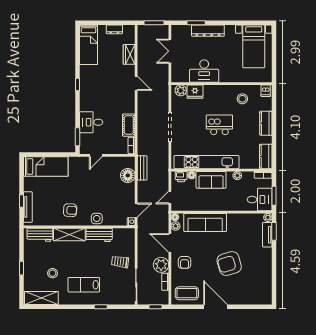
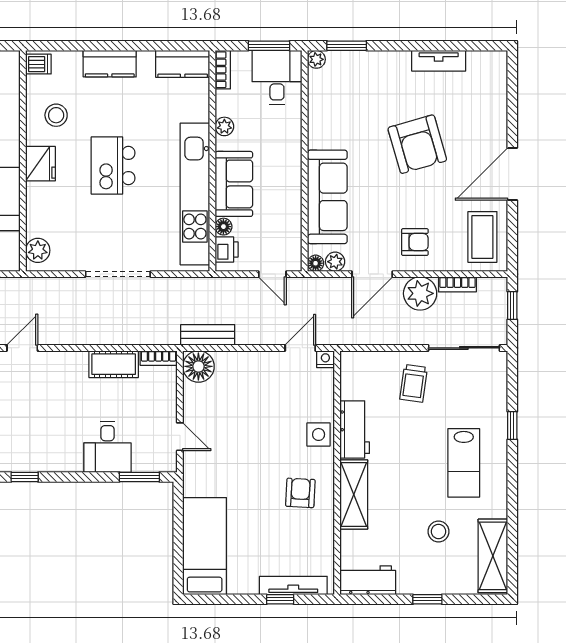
fridge: (195, 92) -> (40, 164), moved
floor lamp: (128, 175) -> (198, 366), moved
door: (136, 210) -> (300, 348), hinge flipped
workbench: (40, 235) -> (368, 580), moved, turned -90
tv unit: (267, 235) -> (439, 61), moved

